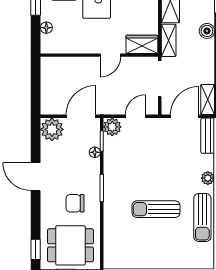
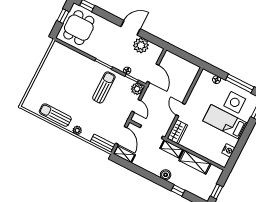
plant: (52, 129) -> (141, 45), moved
chair: (75, 203) -> (103, 43), removed
sun lounger: (156, 209) -> (104, 87), moved

